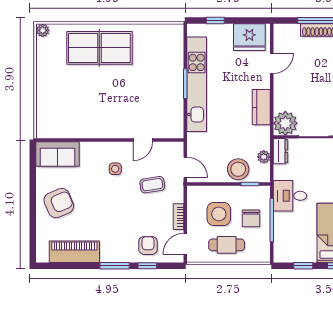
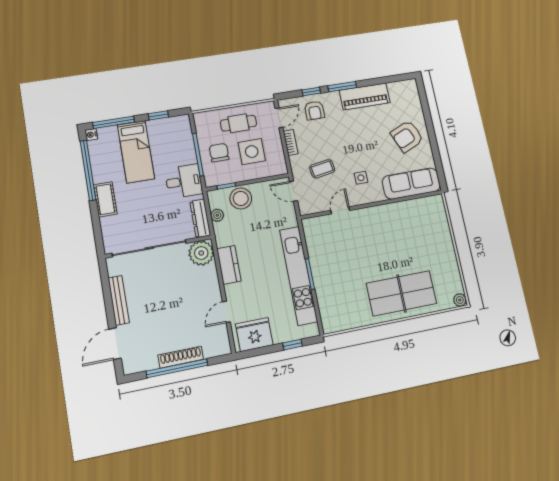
dresser: (280, 151) -> (200, 218), width x1.44
sofa: (58, 154) -> (411, 184), width x1.36
piano: (74, 252) -> (365, 96), moved

